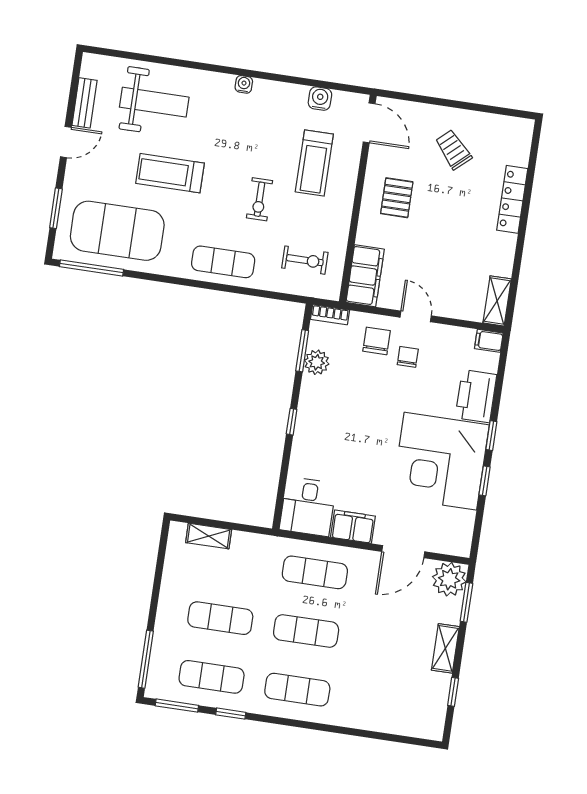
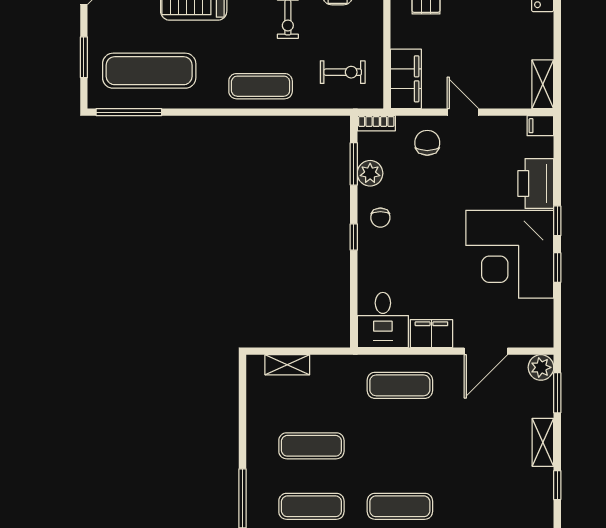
exercise mat: (117, 231) -> (149, 71), width x0.68
chair: (408, 357) -> (380, 218), moved, turned 180
plant: (449, 579) -> (541, 367), width x0.73, depth x0.73
exercise mat: (306, 631) -> (400, 446), removed

